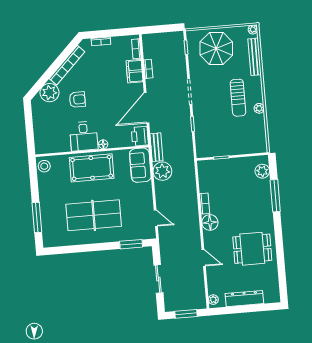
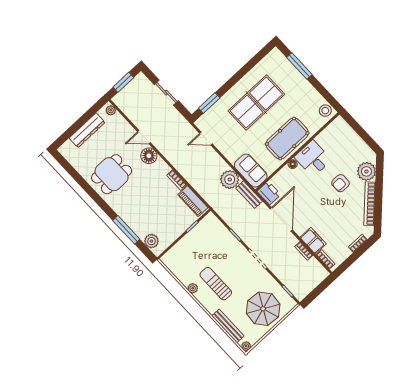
piano: (205, 177) -> (193, 201), added
floor lamp: (210, 222) -> (149, 156), moved

